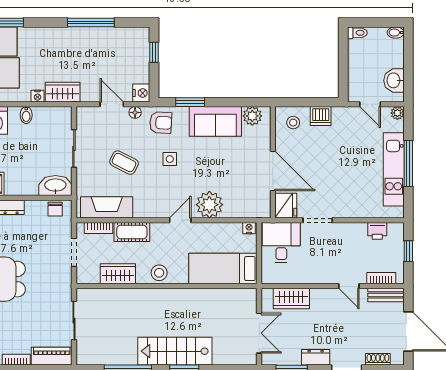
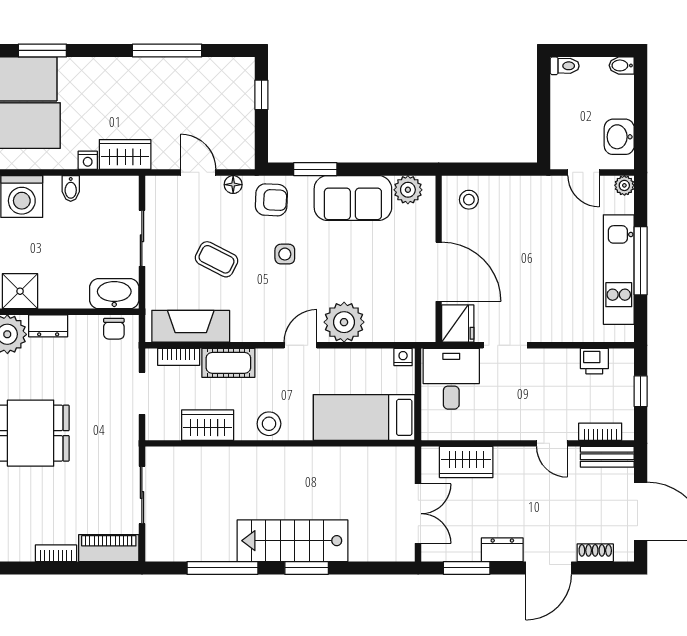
nightstand: (141, 93) -> (242, 156), removed
dishwasher: (321, 116) -> (510, 190), removed

